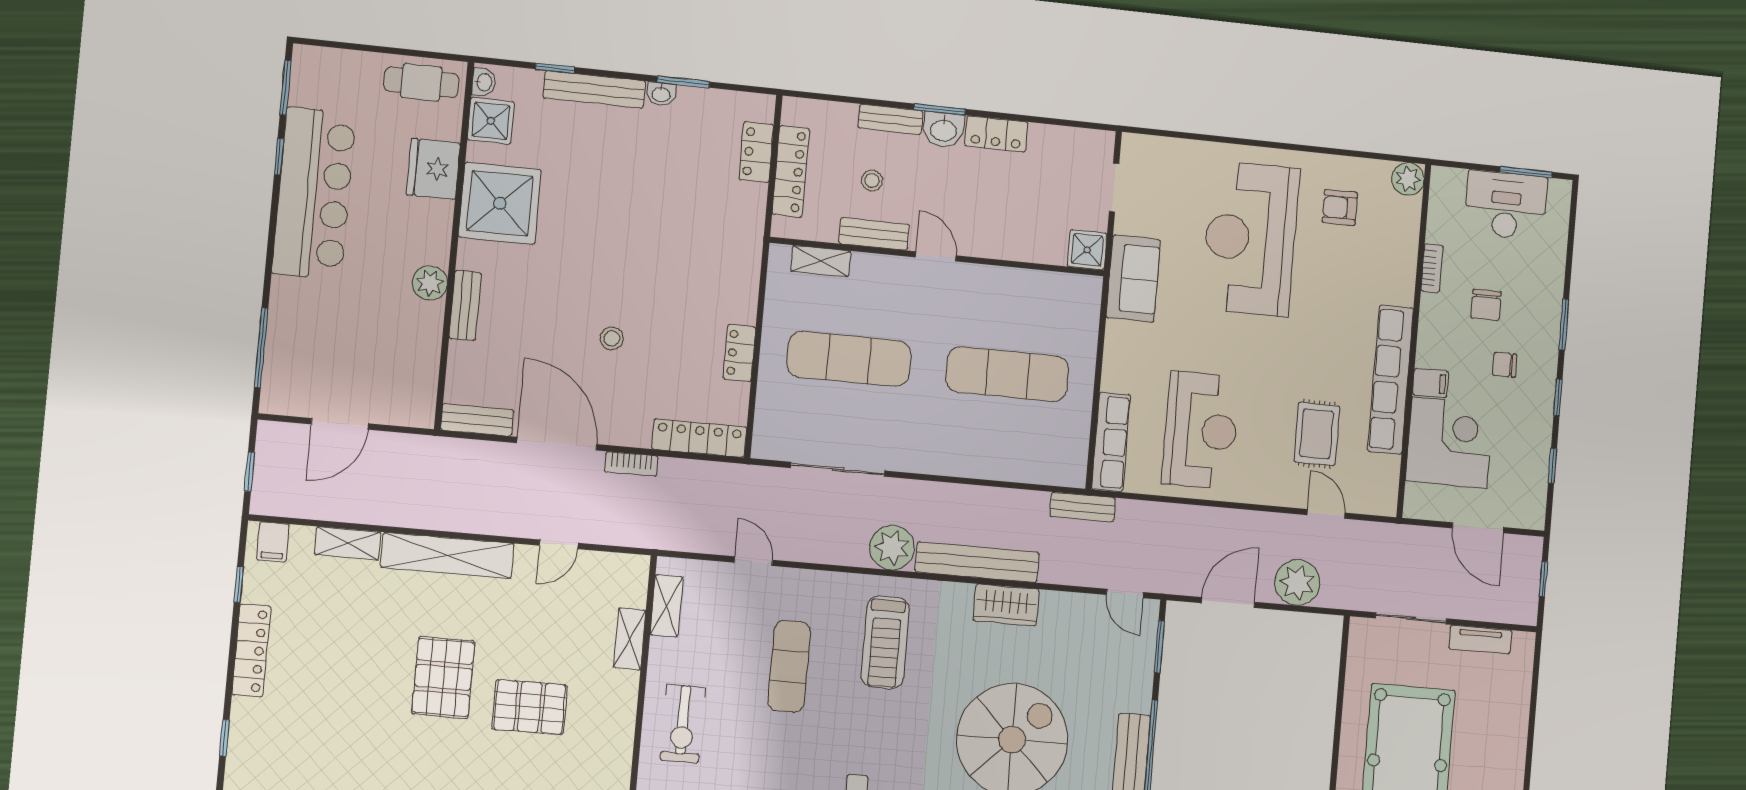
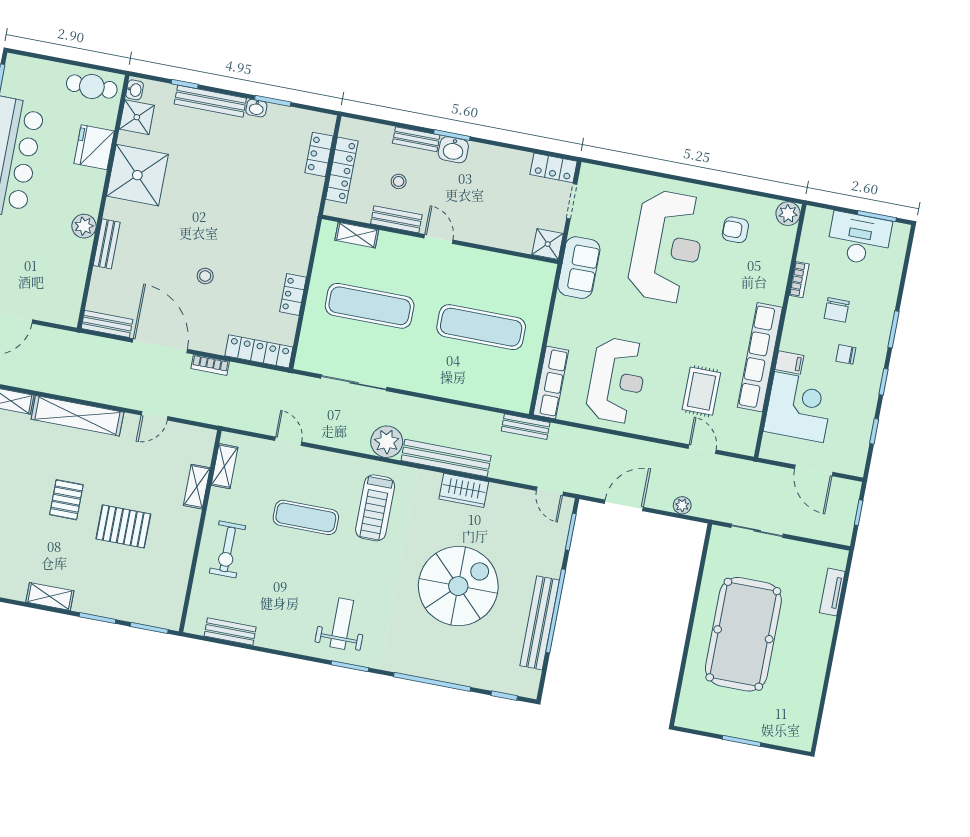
locker: (996, 134) -> (554, 168), moved
reception desk: (1250, 239) -> (667, 247), turned 180
plant: (1297, 583) -> (682, 505), width x0.53, depth x0.53
tv unit: (1480, 640) -> (832, 592), moved, turned 90
exercise mat: (789, 666) -> (306, 517), turned 90
pallet: (443, 677) -> (66, 500), width x0.67, depth x0.71

